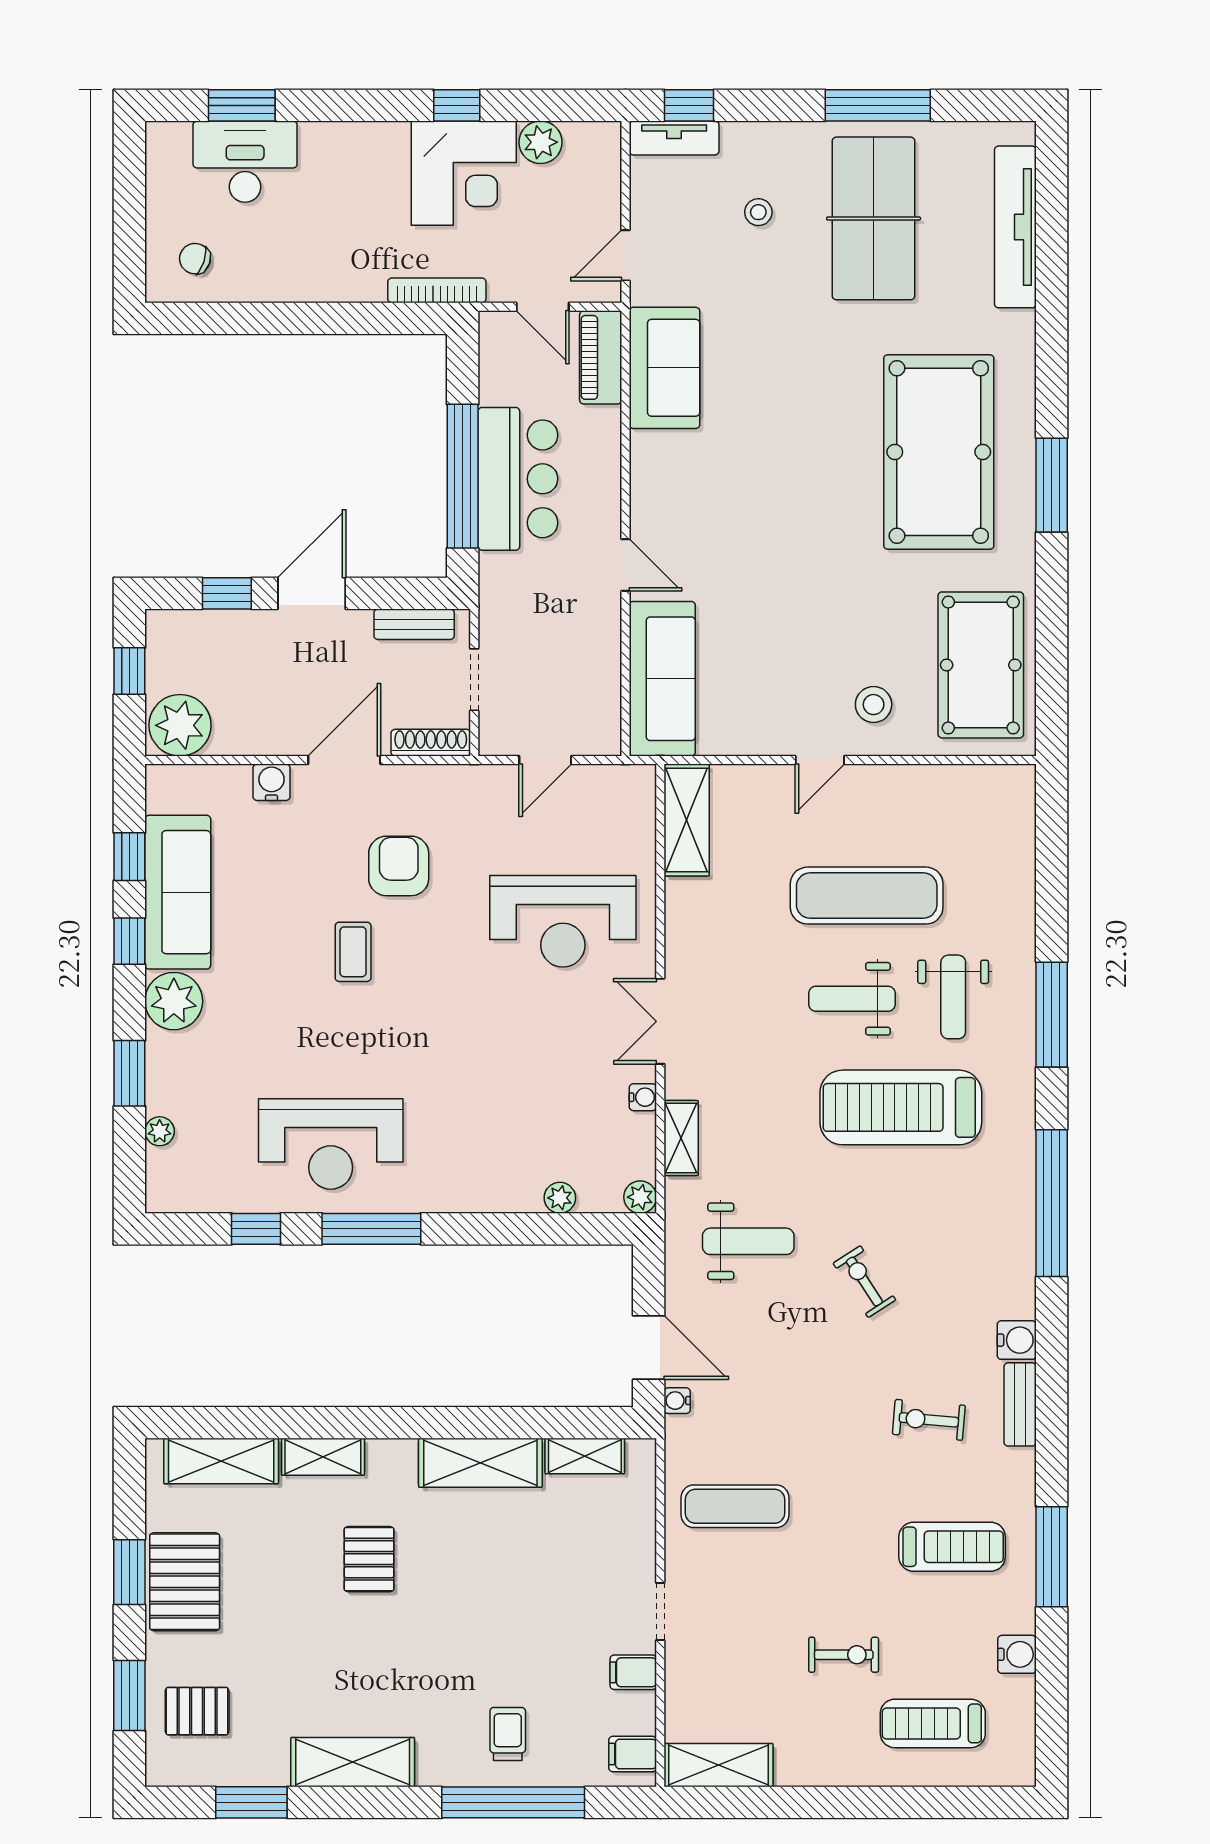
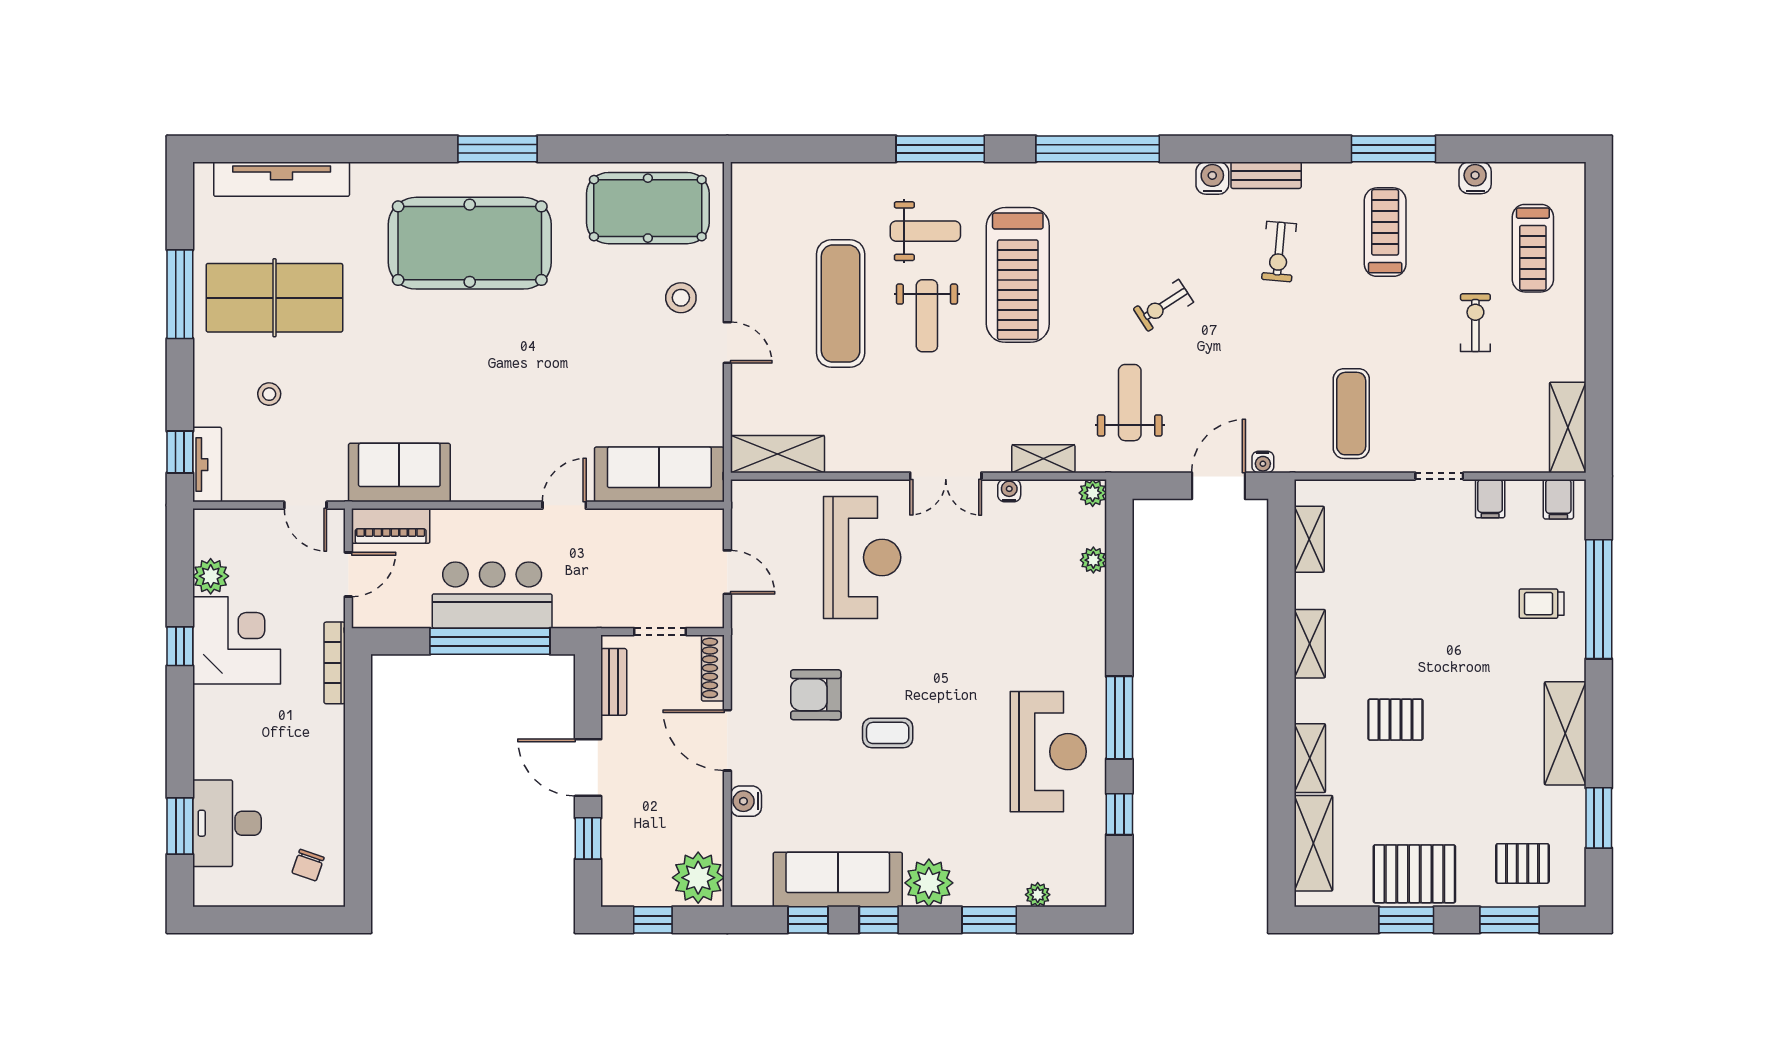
shelving: (480, 1463) -> (1310, 644), width x0.67, depth x0.75
pallet: (197, 1711) -> (1522, 863), turned 90

